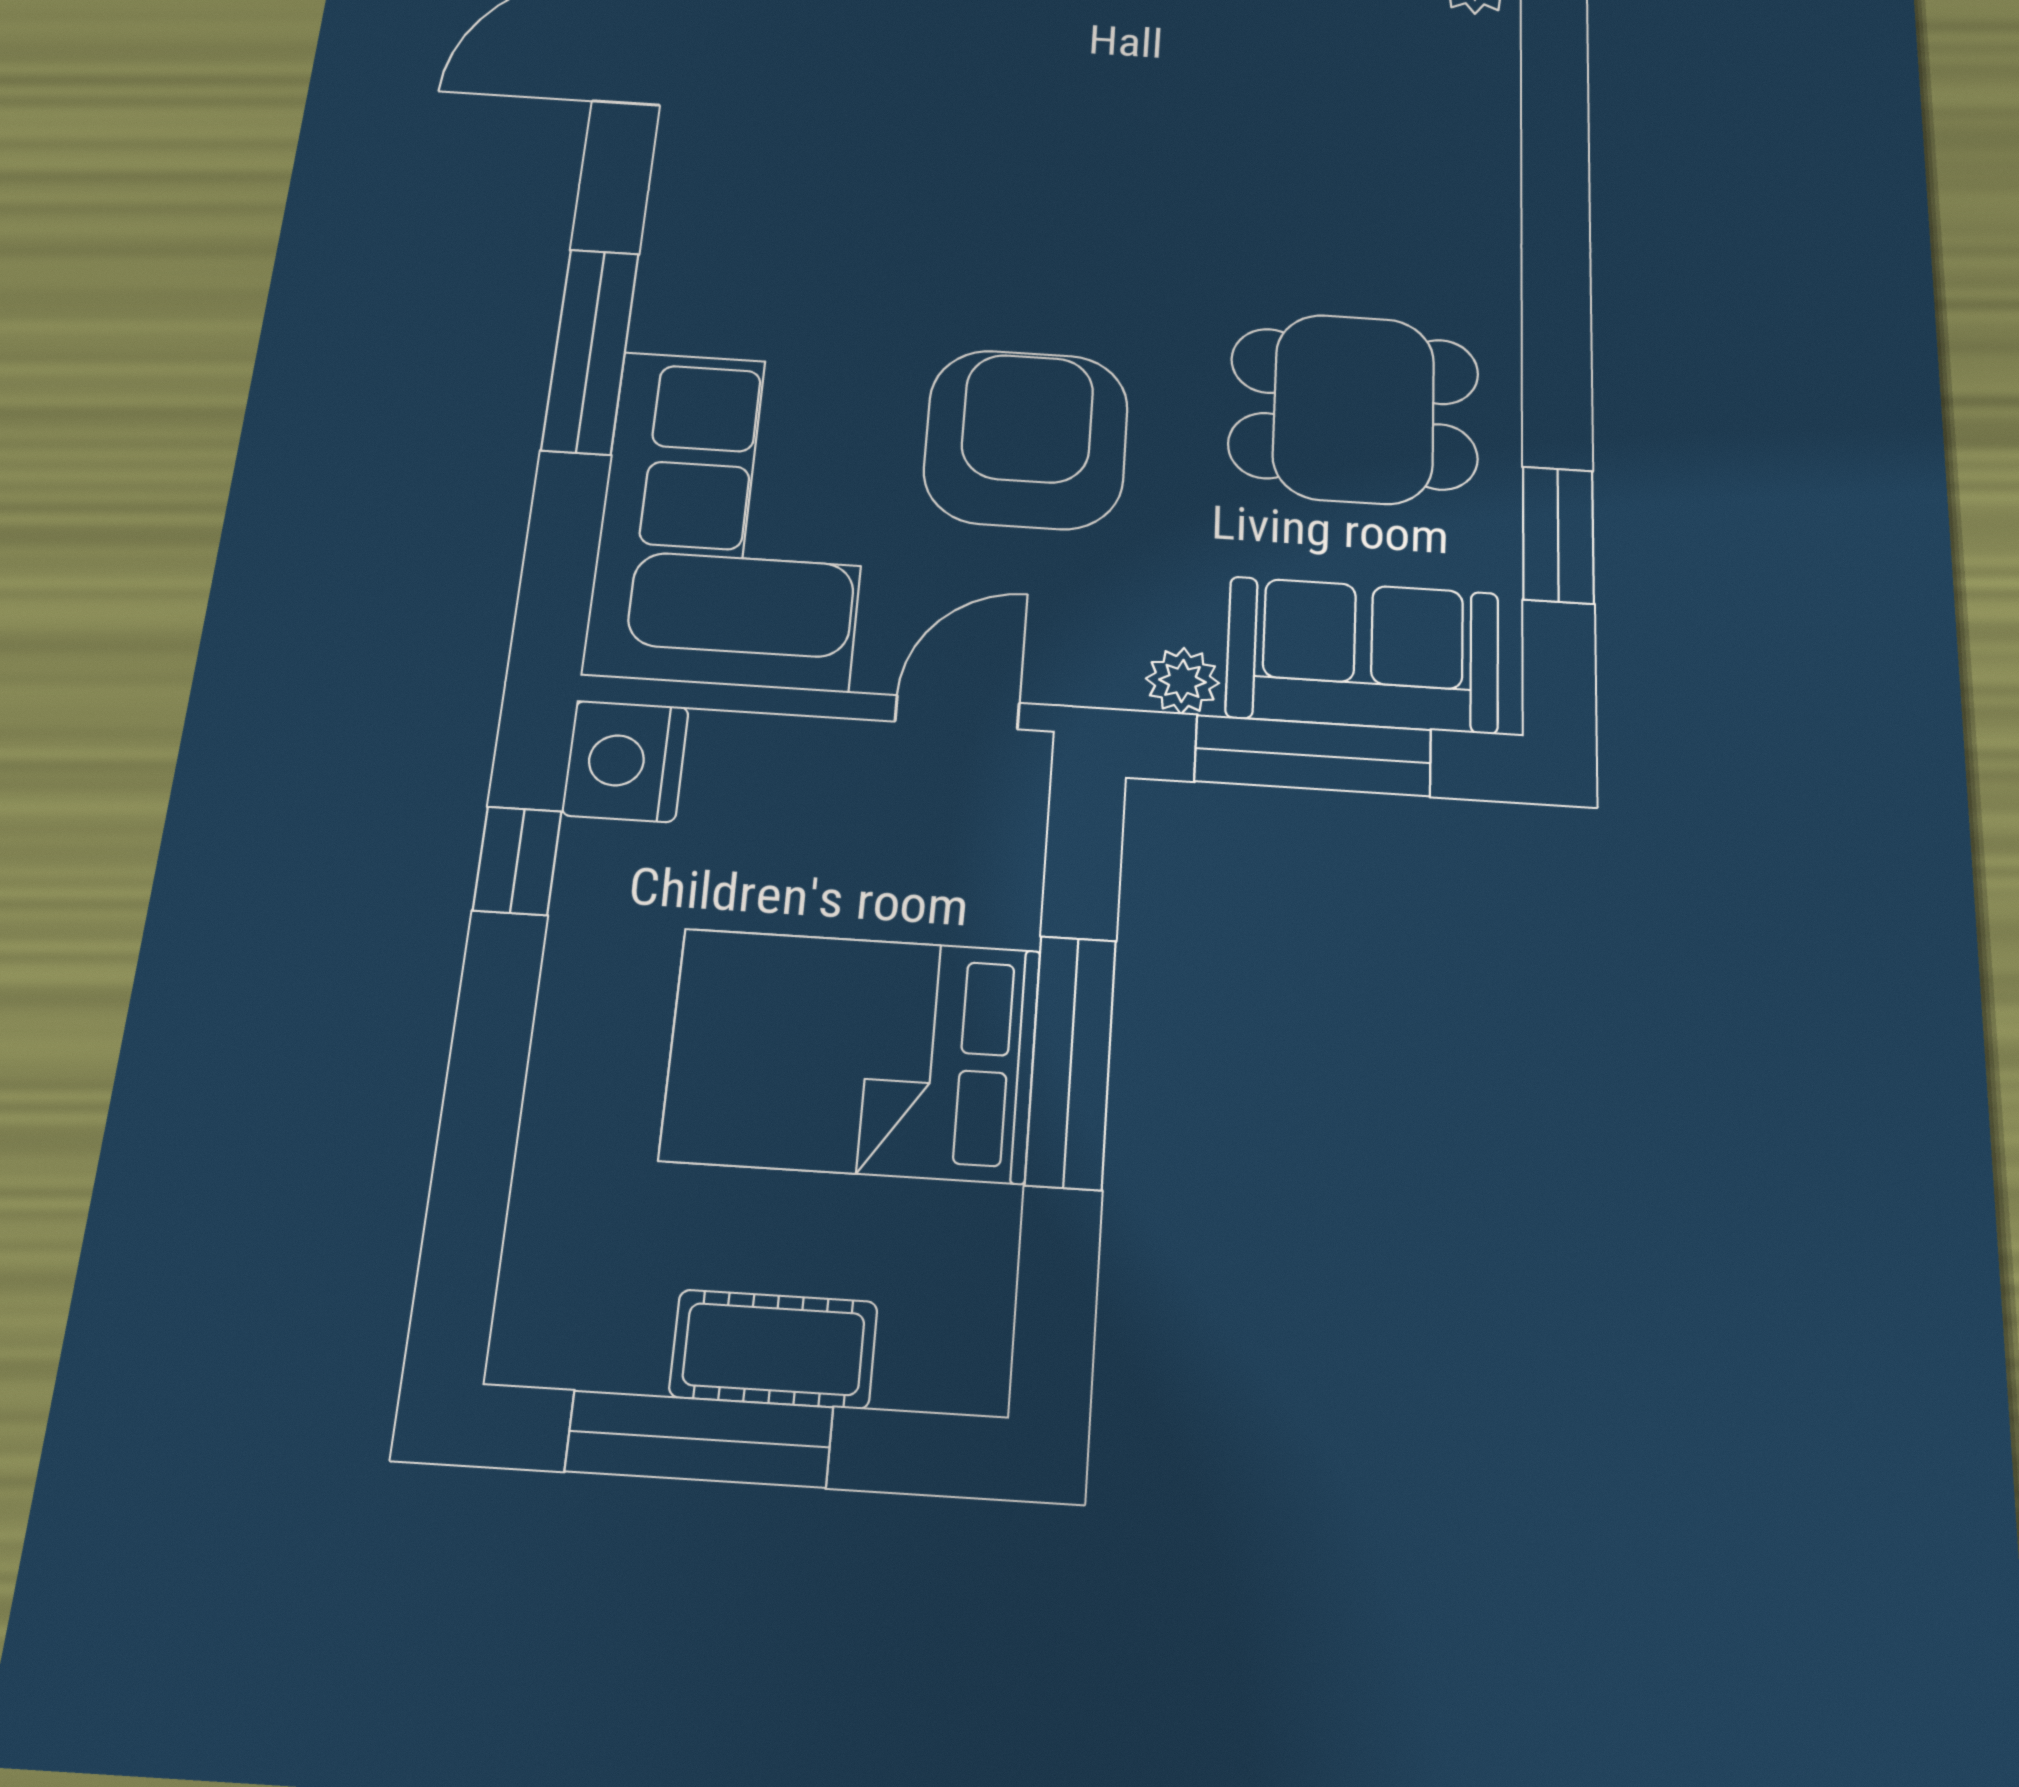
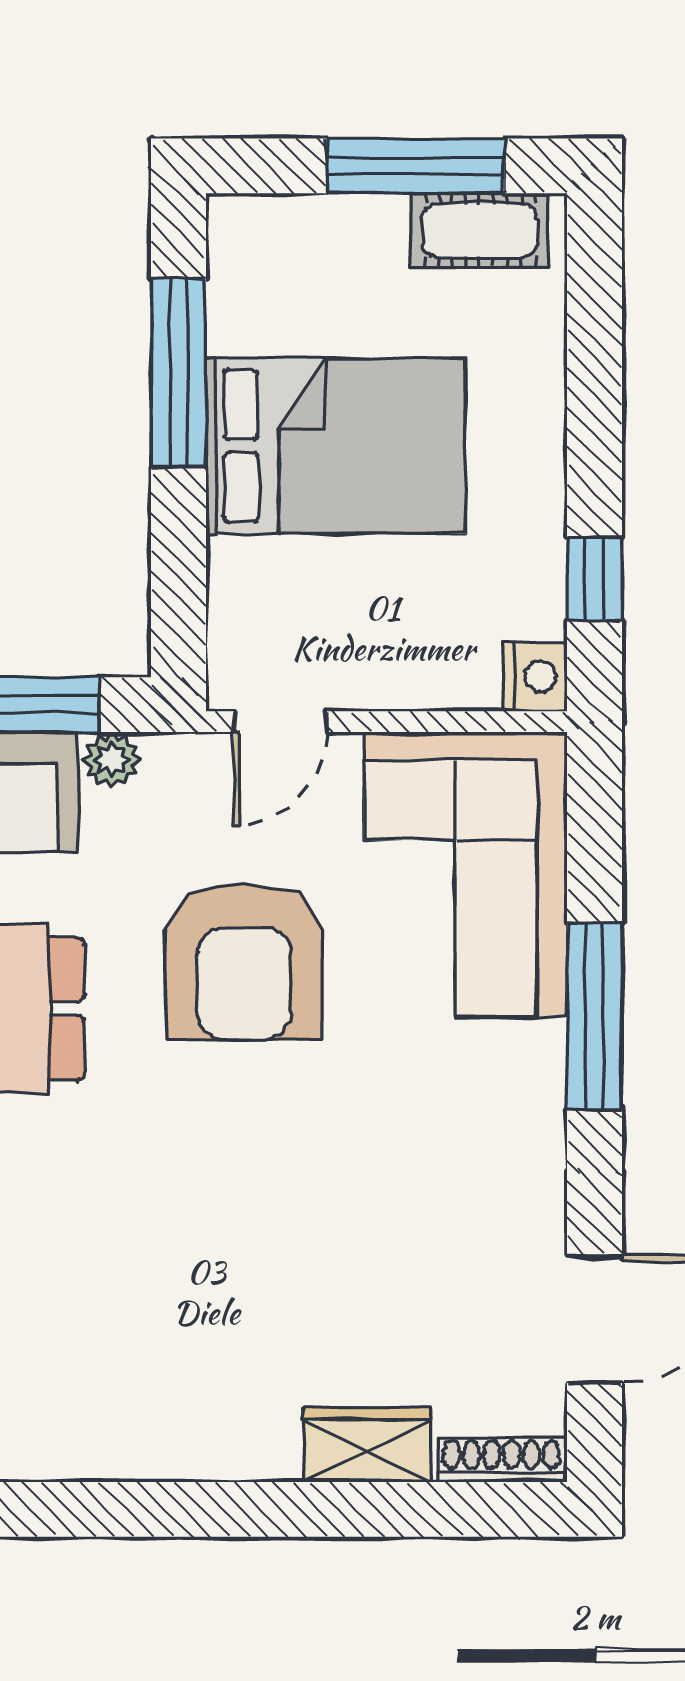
nightstand: (625, 761) -> (535, 677), width x0.74, depth x0.75
window: (1071, 1061) -> (179, 373), moved
cot: (774, 1349) -> (480, 230), moved

